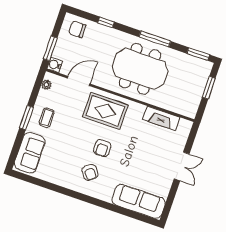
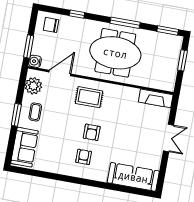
plant: (46, 85) -> (33, 86), width x1.88, depth x1.88
rug: (105, 111) -> (89, 97), width x0.73, depth x0.70
fireplace: (161, 118) -> (156, 98), moved
armchair: (90, 172) -> (84, 157), turned -143

